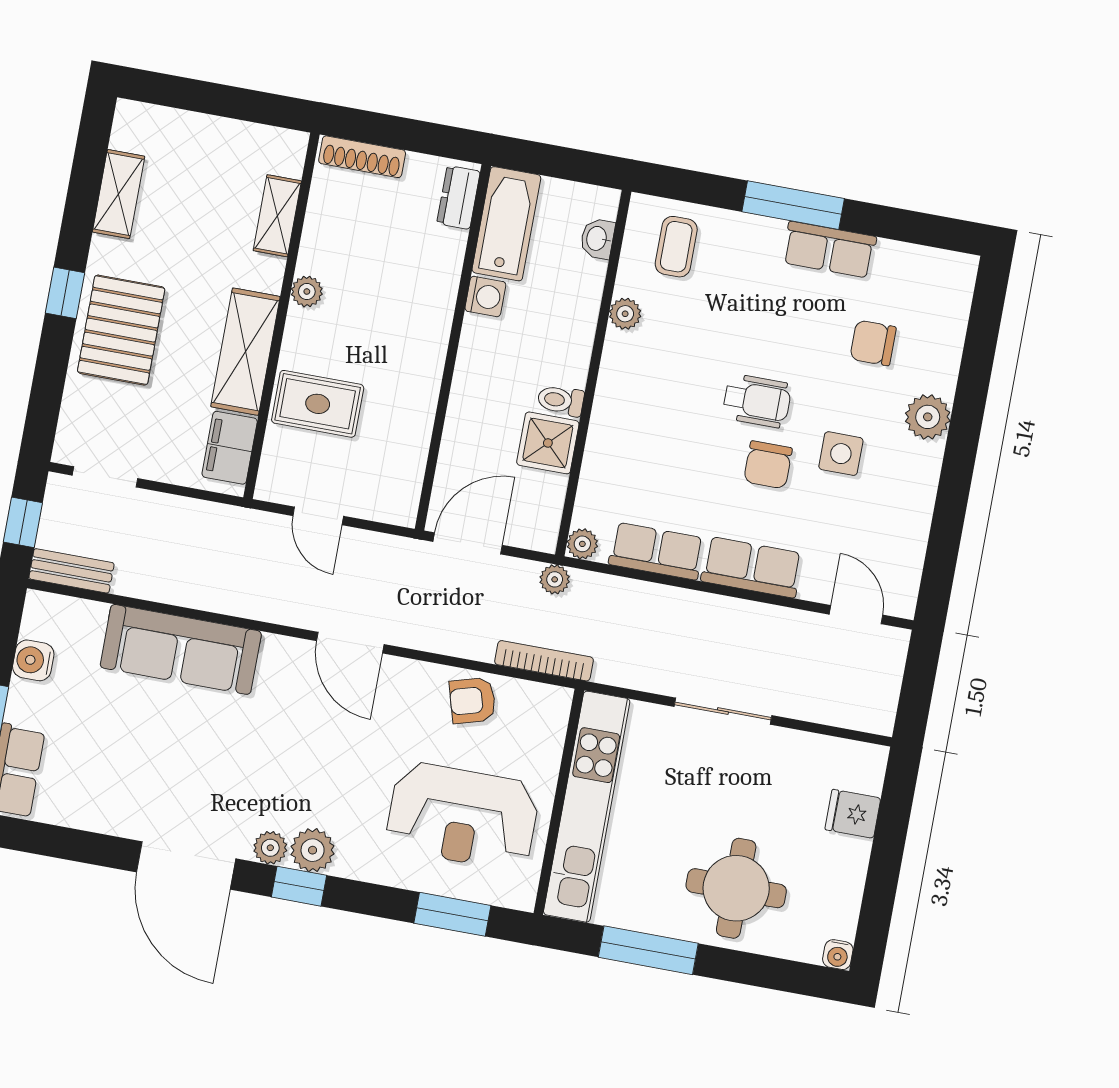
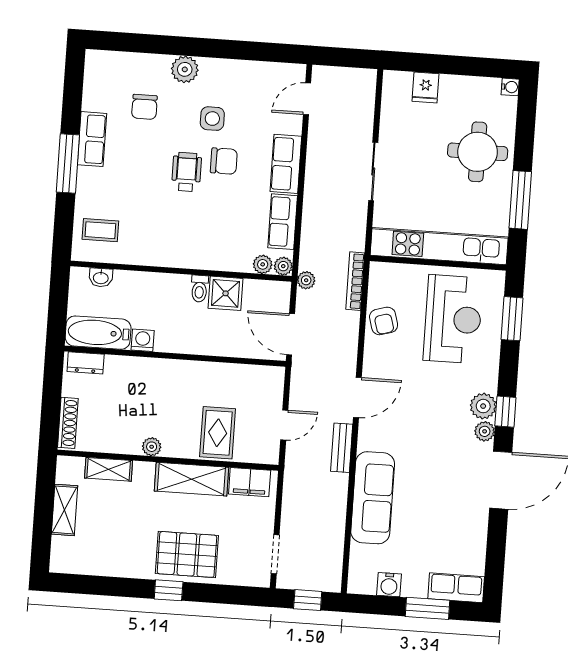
shelving: (119, 194) -> (65, 510), moved, turned 90
plant: (625, 314) -> (263, 264), moved
bench: (72, 571) -> (342, 448), moved

